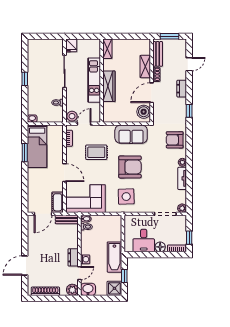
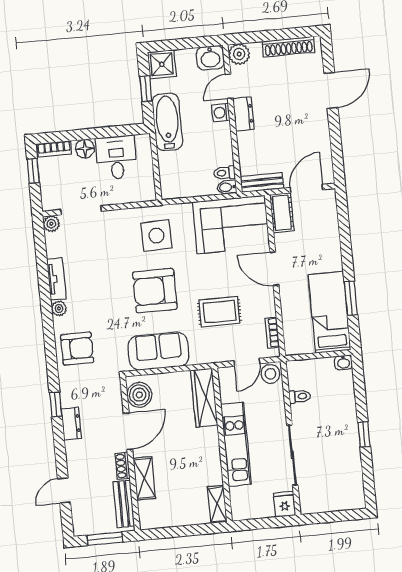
wardrobe: (109, 86) -> (204, 398), moved
dresser: (182, 89) -> (71, 424), moved

